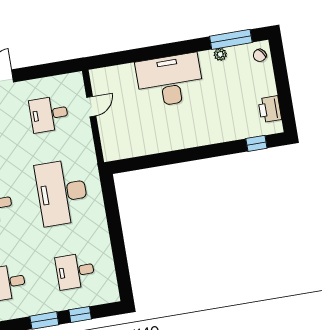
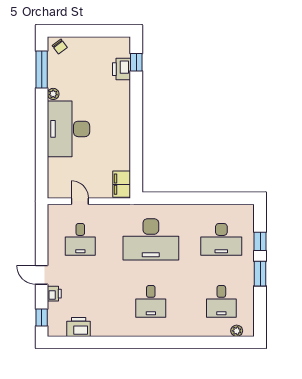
plant: (220, 54) -> (53, 94), moved
printer: (270, 109) -> (122, 69), moved, turned 90
filing cabinet: (118, 150) -> (122, 184), added
desk: (75, 271) -> (221, 239), width x1.37

